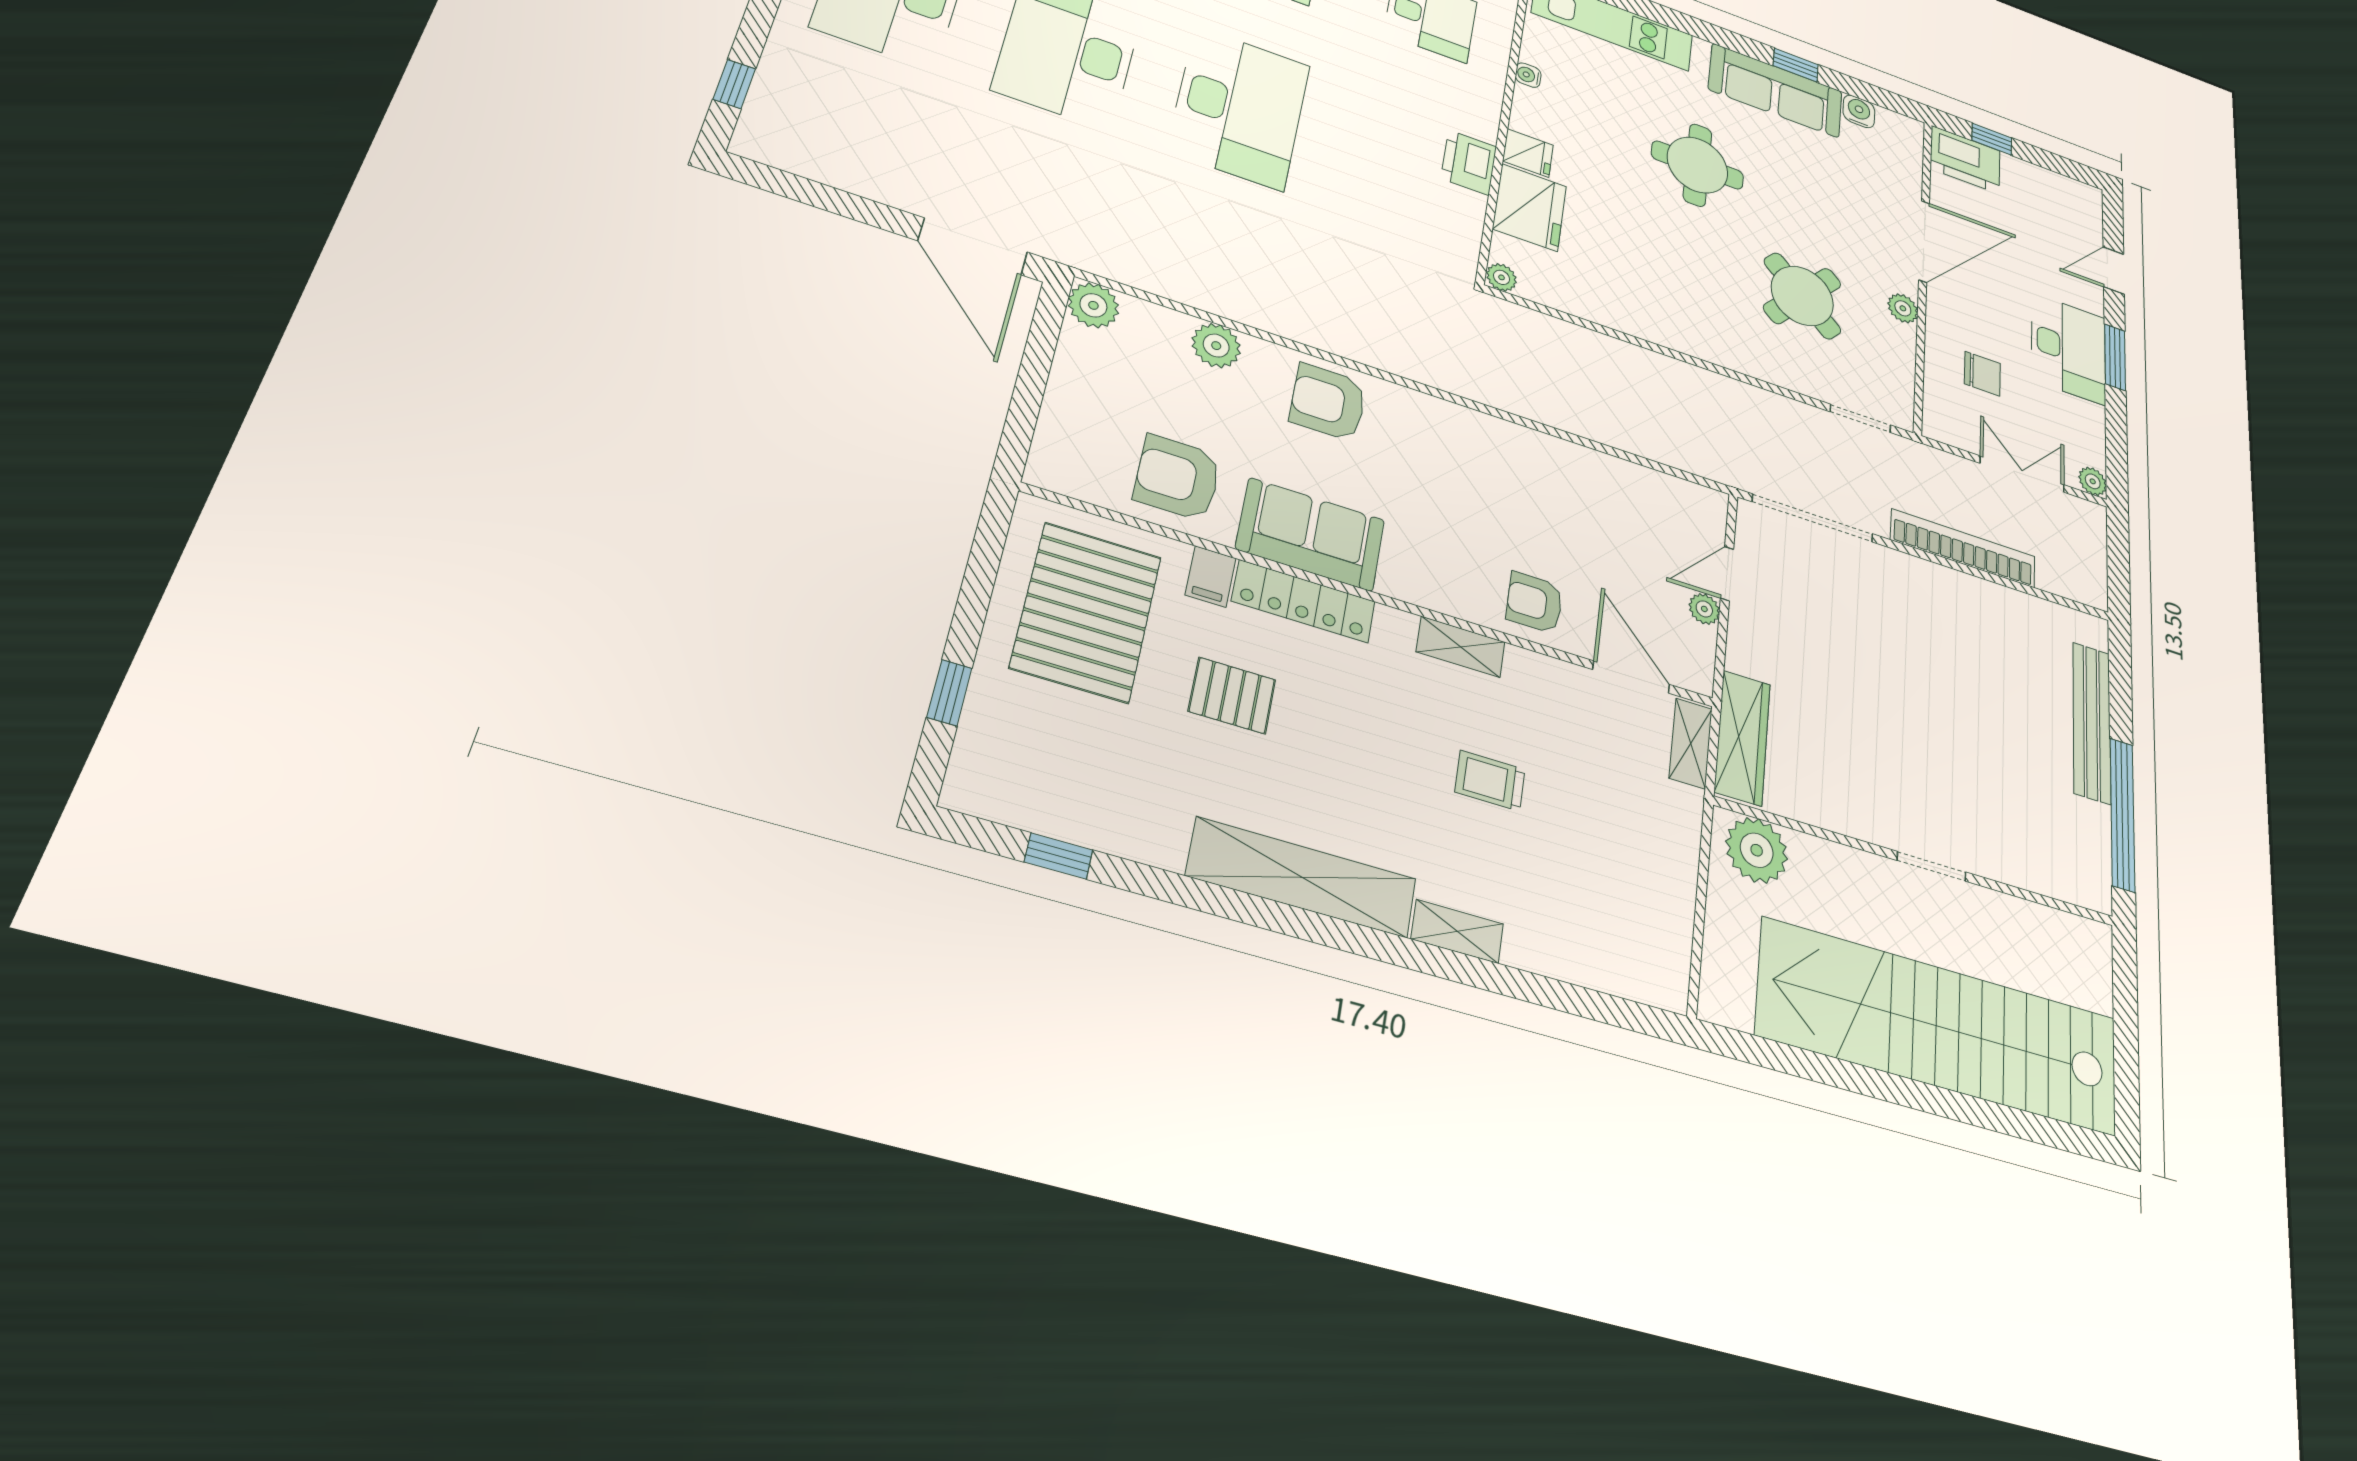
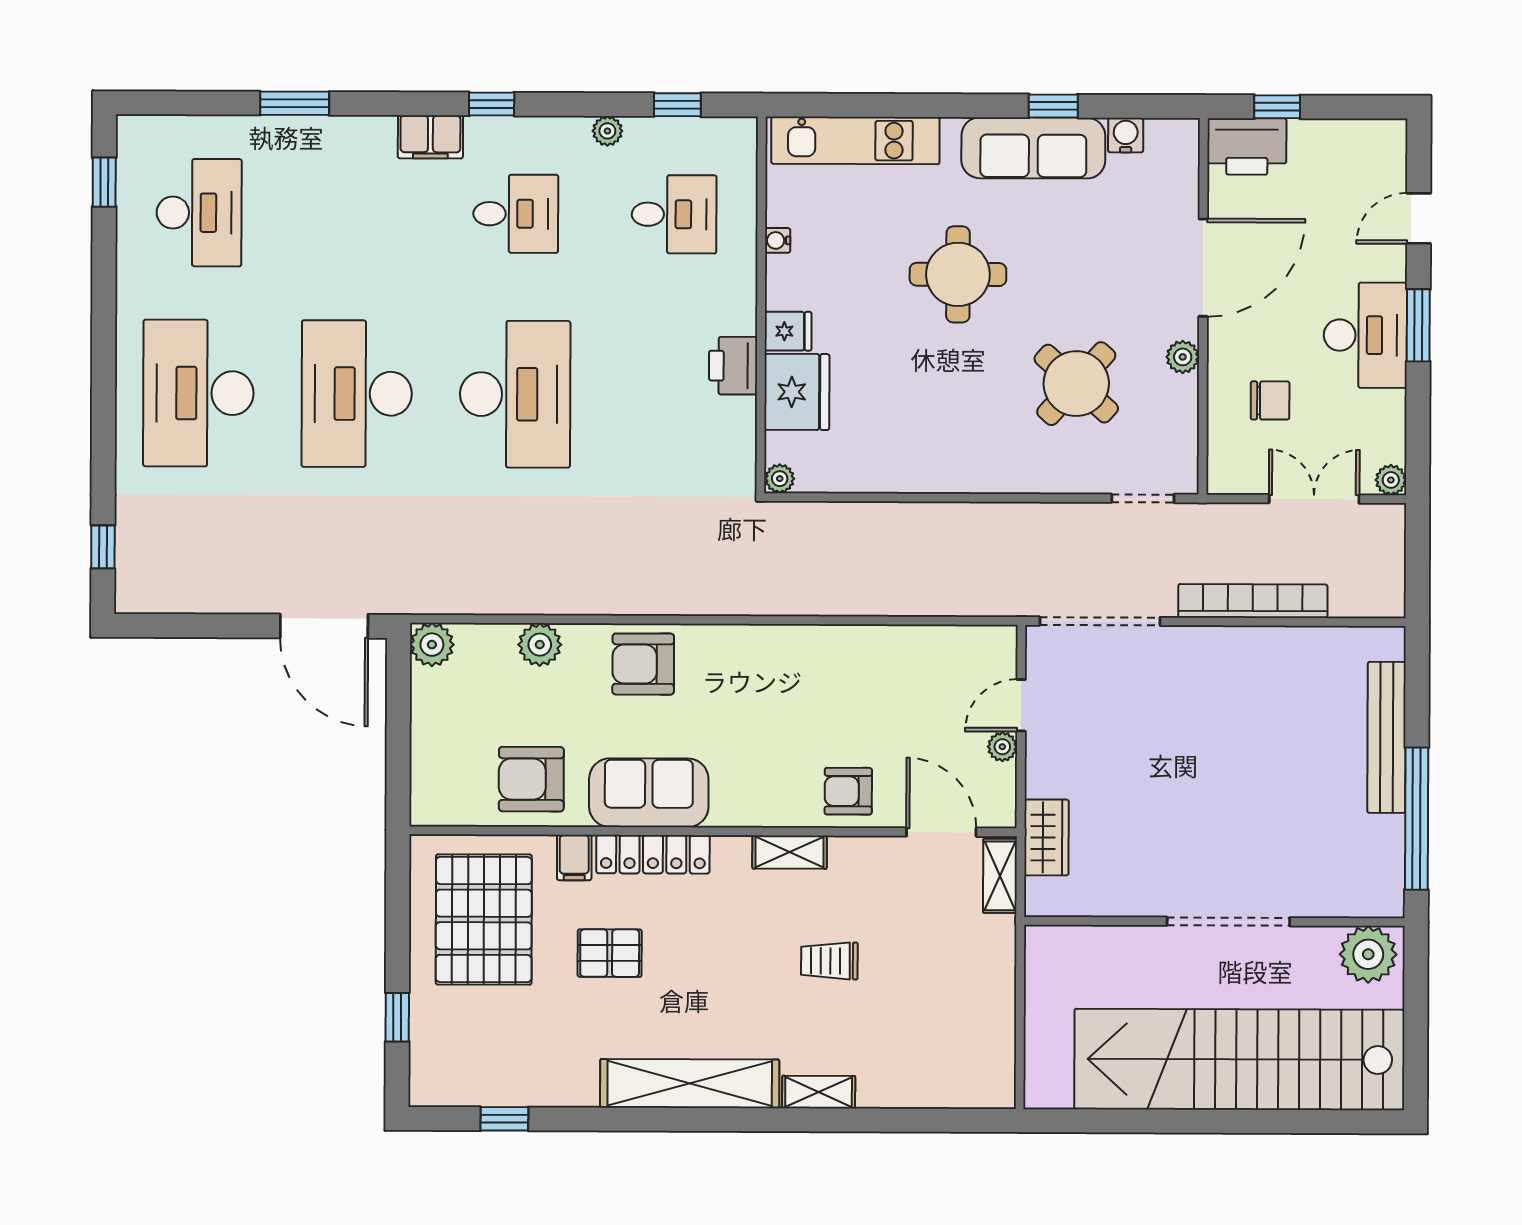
wardrobe: (1742, 738) -> (1046, 837), width x0.67
plant: (1757, 850) -> (1368, 954), moved
doorway: (1932, 866) -> (1228, 921), width x1.88

